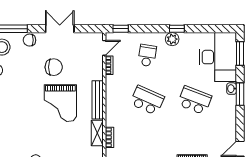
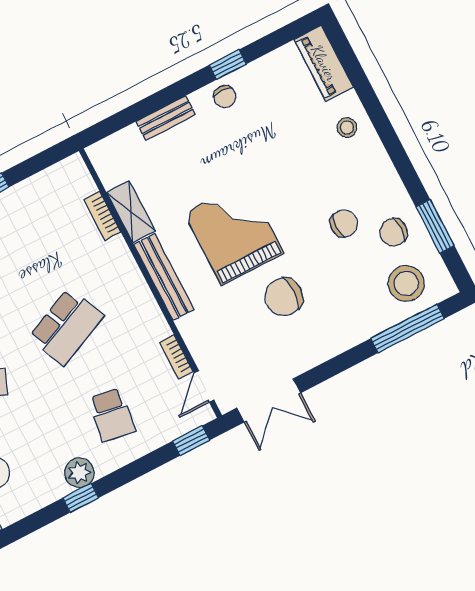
double door: (60, 29) -> (269, 400), moved
chair: (29, 40) -> (344, 223), moved
school desk: (147, 100) -> (66, 327), turned -48

